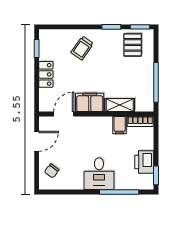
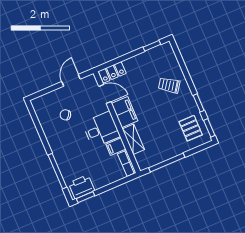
pallet: (133, 45) -> (191, 128), turned 90
locker: (46, 74) -> (112, 72), moved
door: (37, 141) -> (71, 80), swing flipped
printer: (144, 162) -> (82, 187), moved
chair: (52, 171) -> (65, 115), moved
desk: (99, 174) -> (101, 130), moved, turned 180

